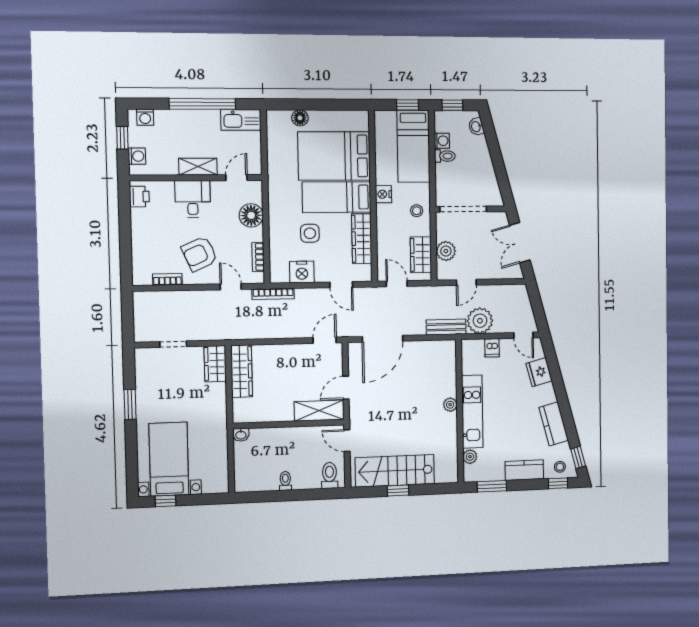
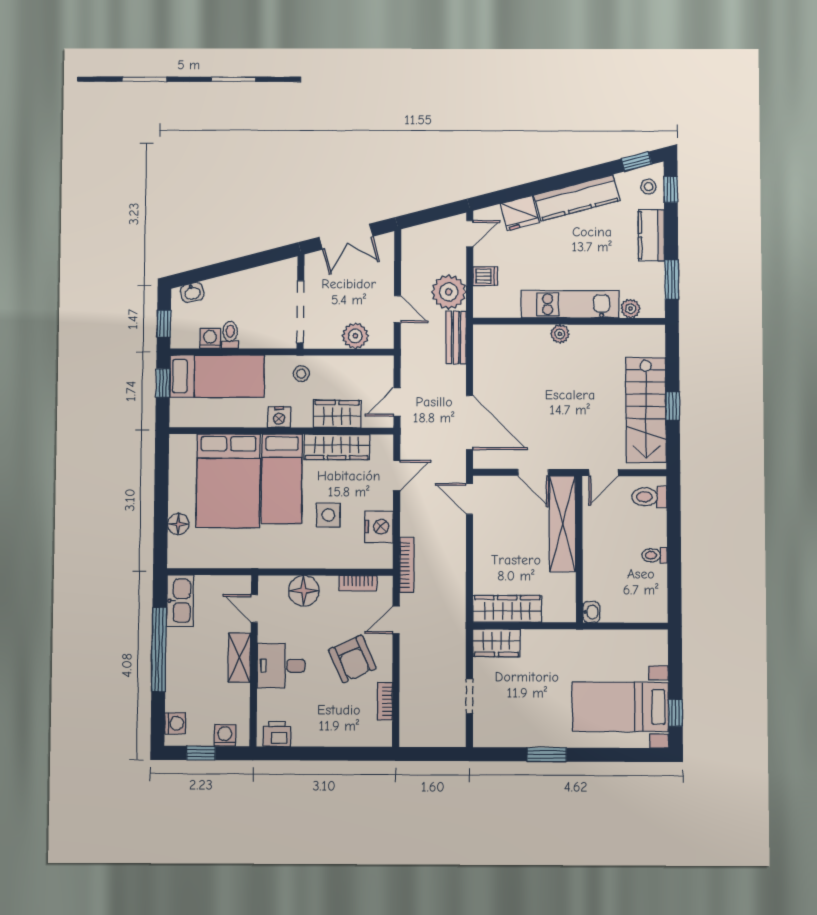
wardrobe: (421, 255) -> (337, 414), moved, turned 180
shelving: (319, 411) -> (563, 524), width x1.47
kitchen counter: (554, 424) -> (577, 198), width x1.50

